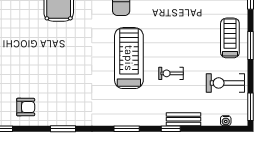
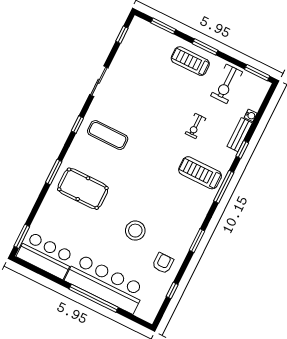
treadmill: (129, 58) -> (200, 173), moved, width x0.73, depth x0.73
stool: (44, 66) -> (135, 231), added
water cooler: (226, 121) -> (251, 115), moved
window: (127, 129) -> (224, 187), width x1.44

